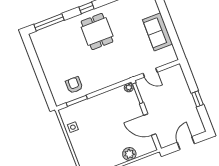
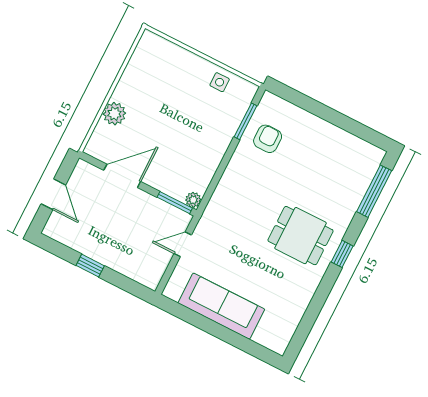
sofa: (157, 32) -> (221, 306), width x1.36
armchair: (74, 85) -> (268, 139), turned -90

